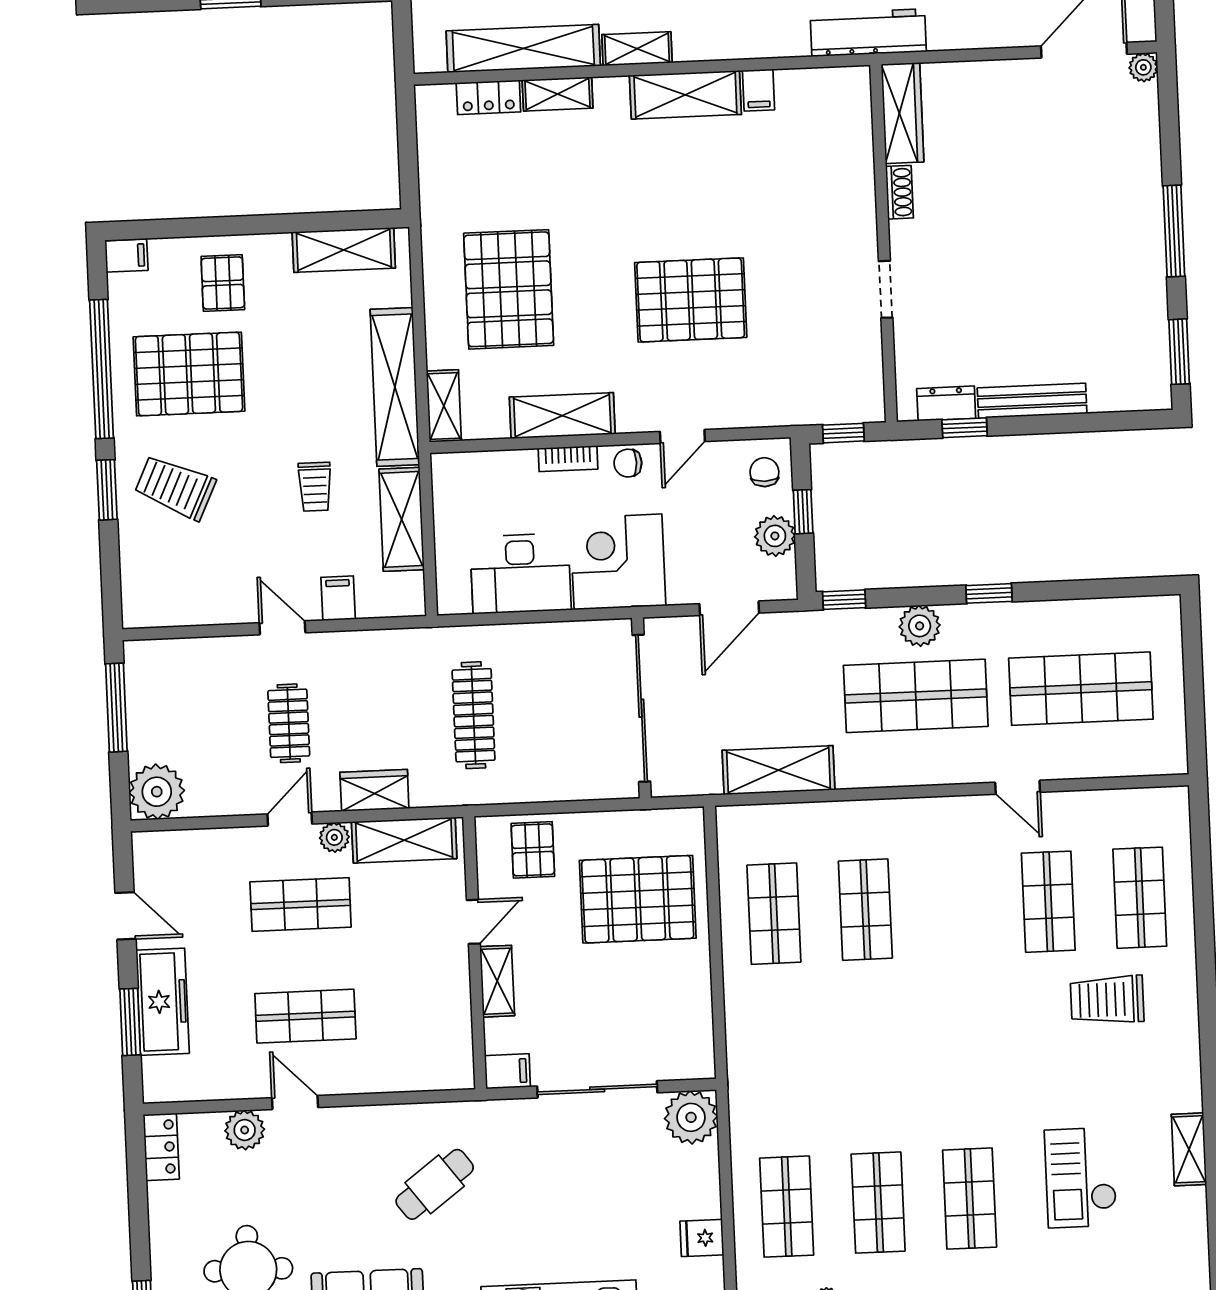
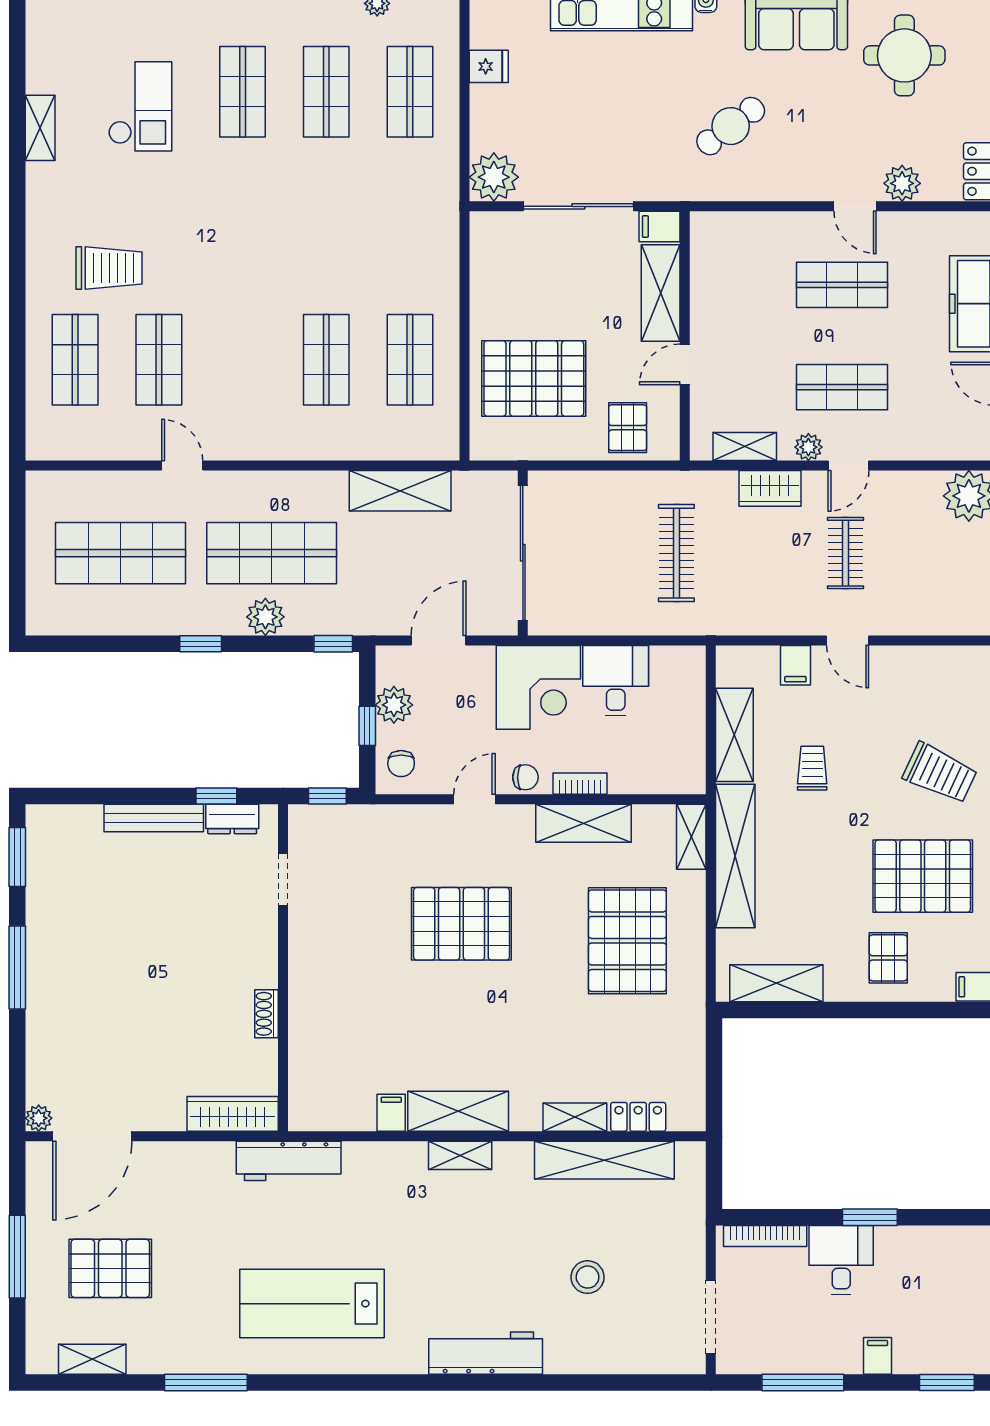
shelving: (637, 49) -> (460, 1155), moved
wardrobe: (902, 113) -> (233, 1114), moved, turned 90
doorway: (886, 289) -> (283, 879), moved
desk: (521, 573) -> (616, 681), width x0.73
shelving: (404, 840) -> (745, 446), width x0.67, depth x0.75
shelving: (497, 981) -> (661, 293), width x1.50, depth x1.33

